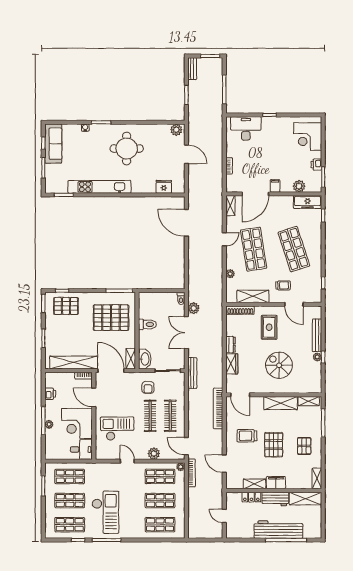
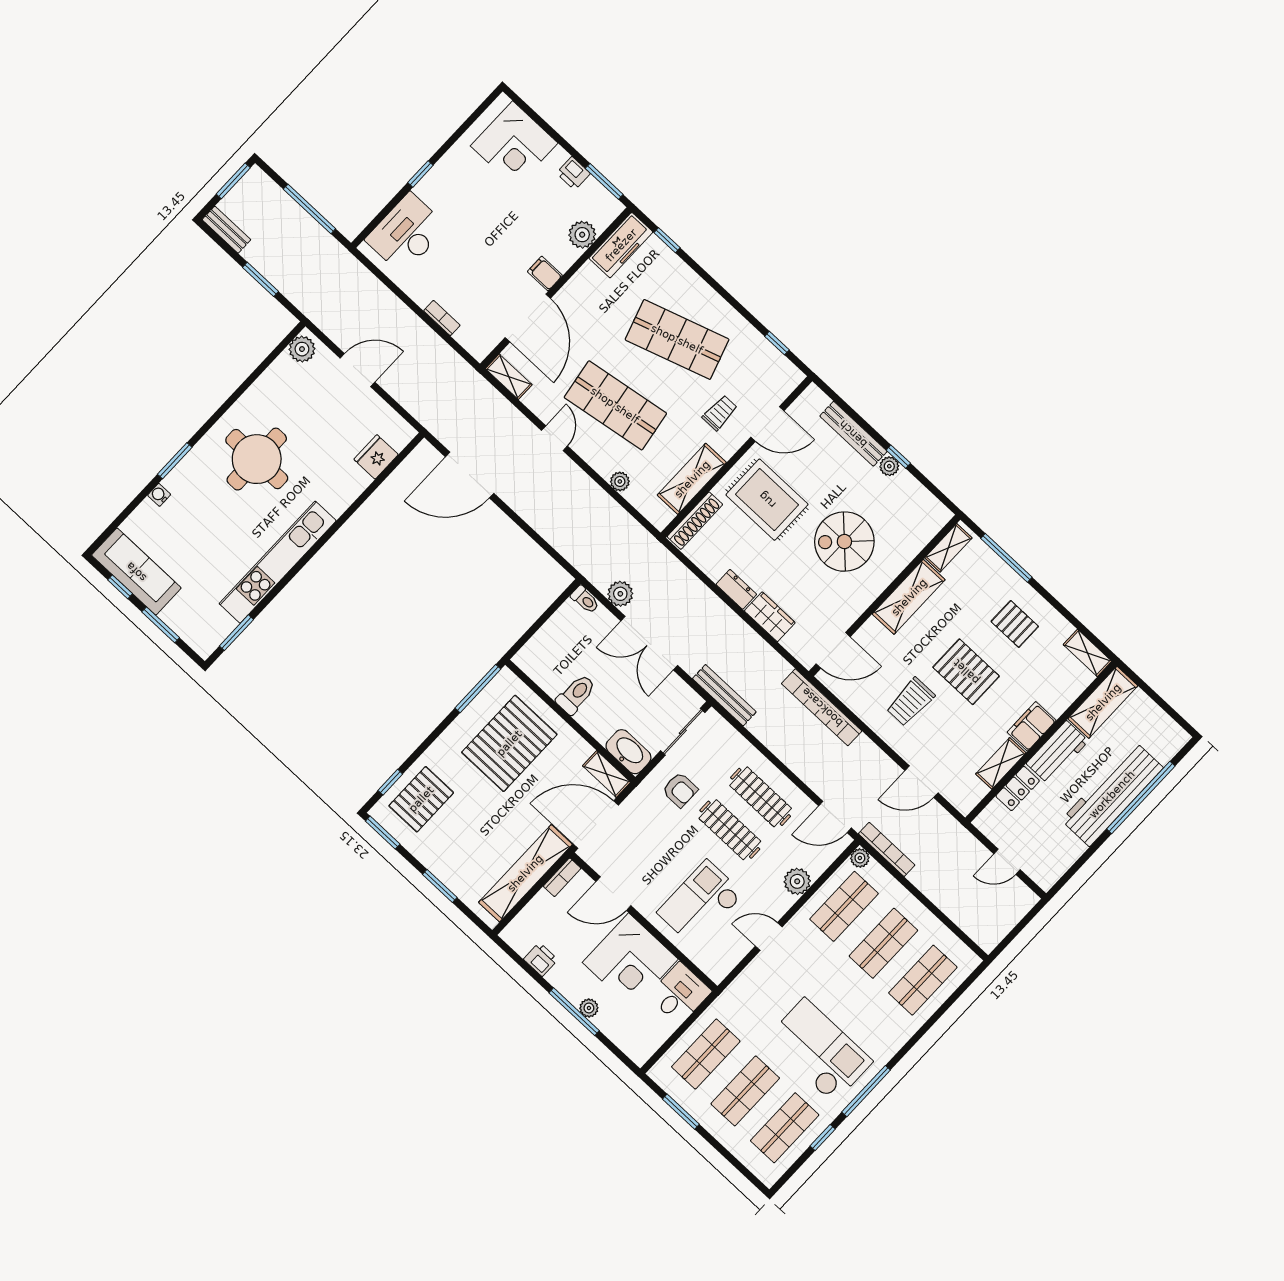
rug: (269, 327) -> (767, 500), width x1.36, depth x1.43

